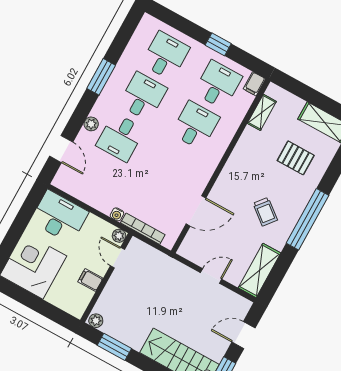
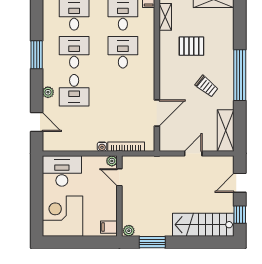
pallet: (296, 158) -> (191, 46), moved
filing cabinet: (90, 280) -> (109, 227), moved

